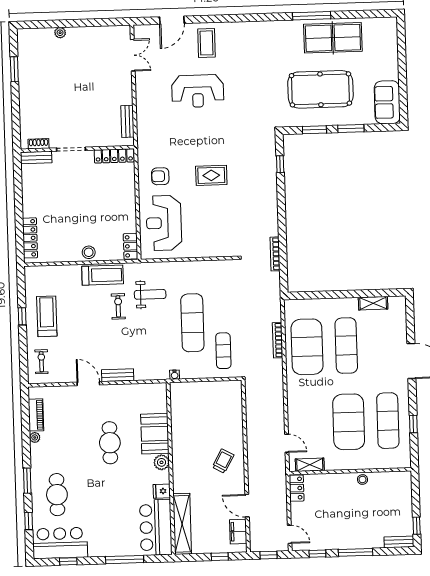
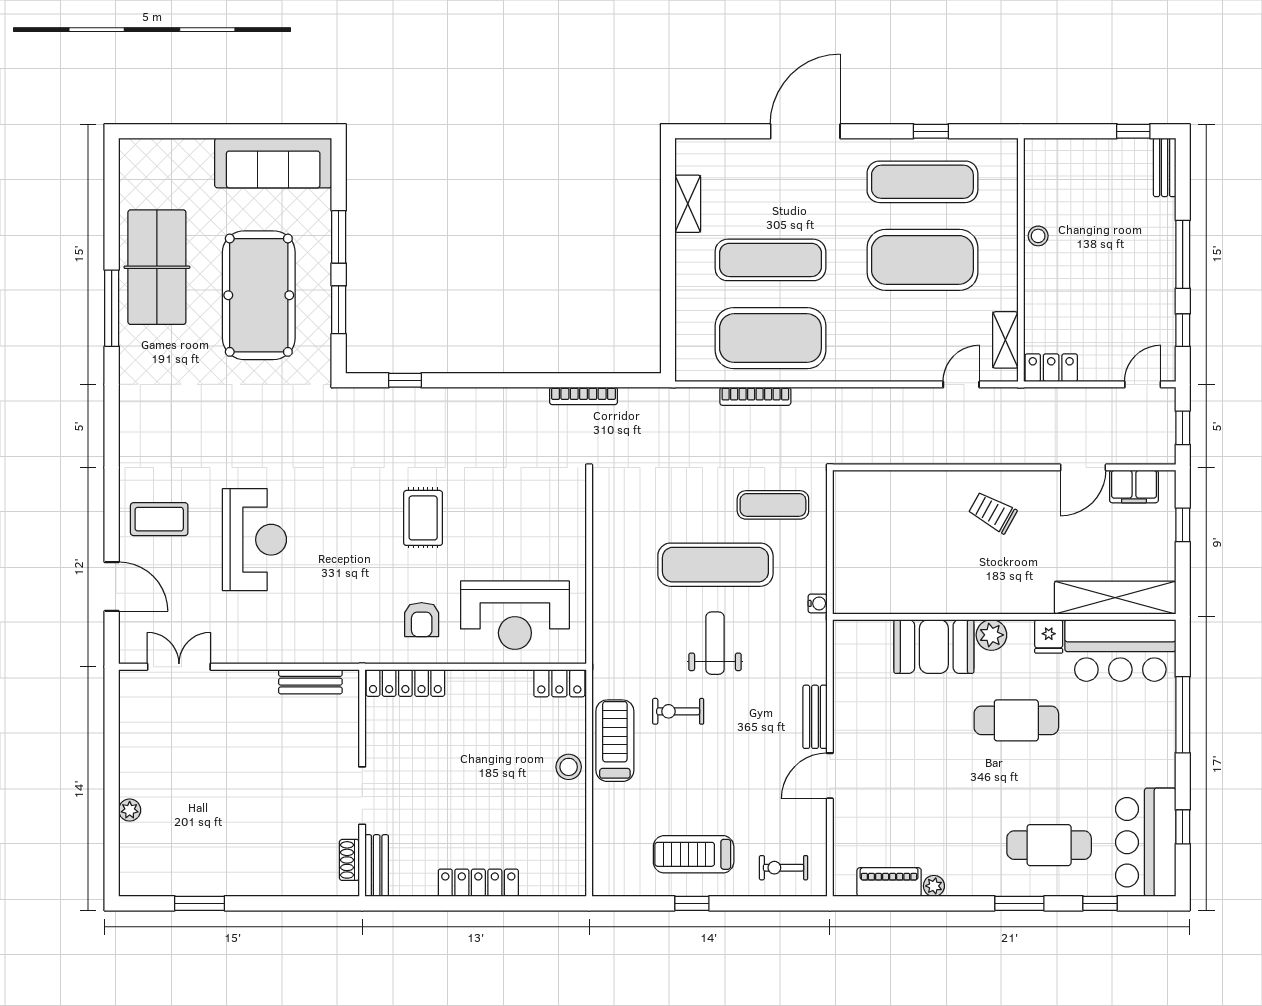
sofa: (387, 102) -> (273, 163), width x1.36
locker: (114, 156) -> (405, 683), moved, turned 90
locker: (30, 238) -> (478, 883), moved
weight bench: (150, 294) -> (715, 643), moved
cafe table: (110, 443) -> (1016, 720), moved

